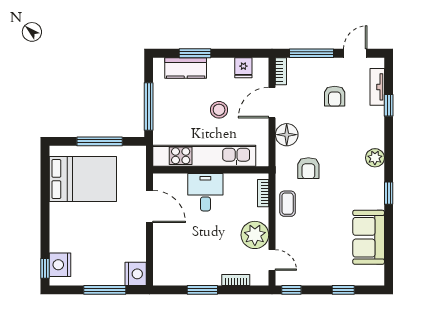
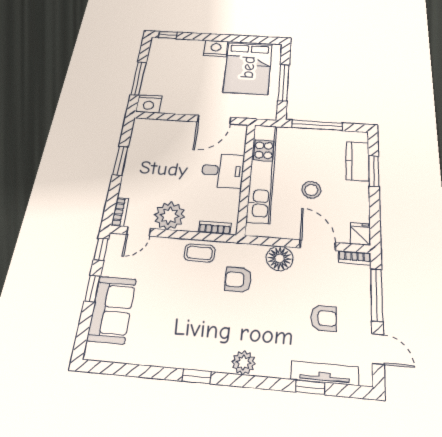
fridge: (243, 68) -> (360, 234), moved, turned 90
tv unit: (377, 87) -> (325, 373), width x1.41
armchair: (335, 96) -> (324, 318), turned 180
sofa: (369, 237) -> (112, 309), moved, turned 90
nightstand: (60, 265) -> (216, 48), moved
bookcase: (236, 280) -> (120, 212), moved
window: (343, 290) -> (92, 289), moved

